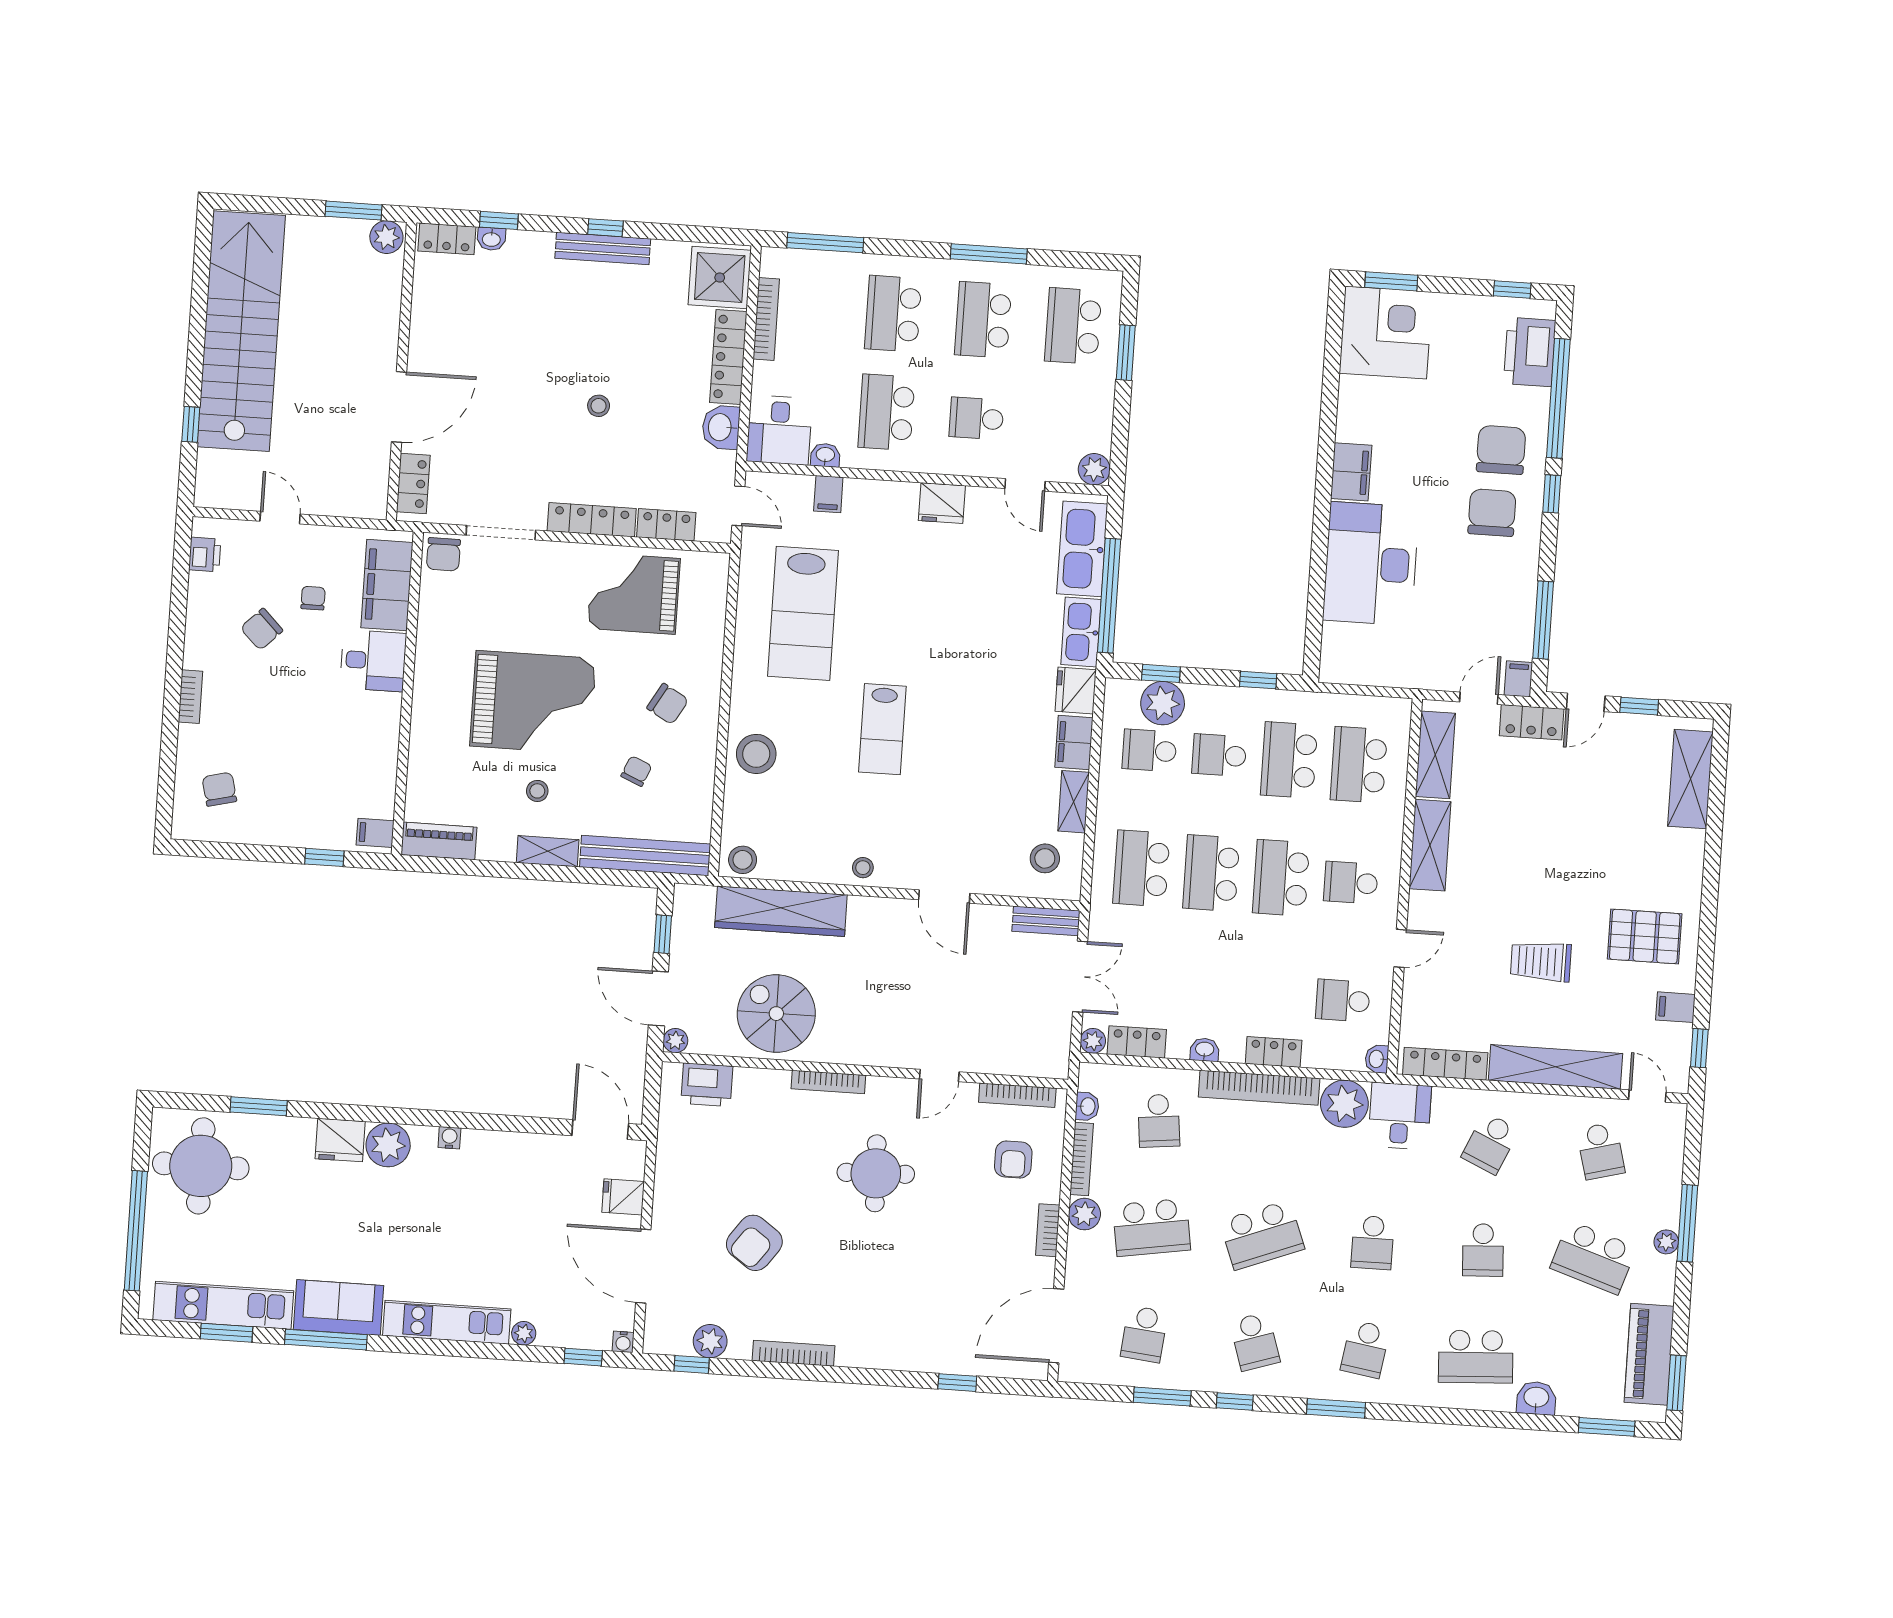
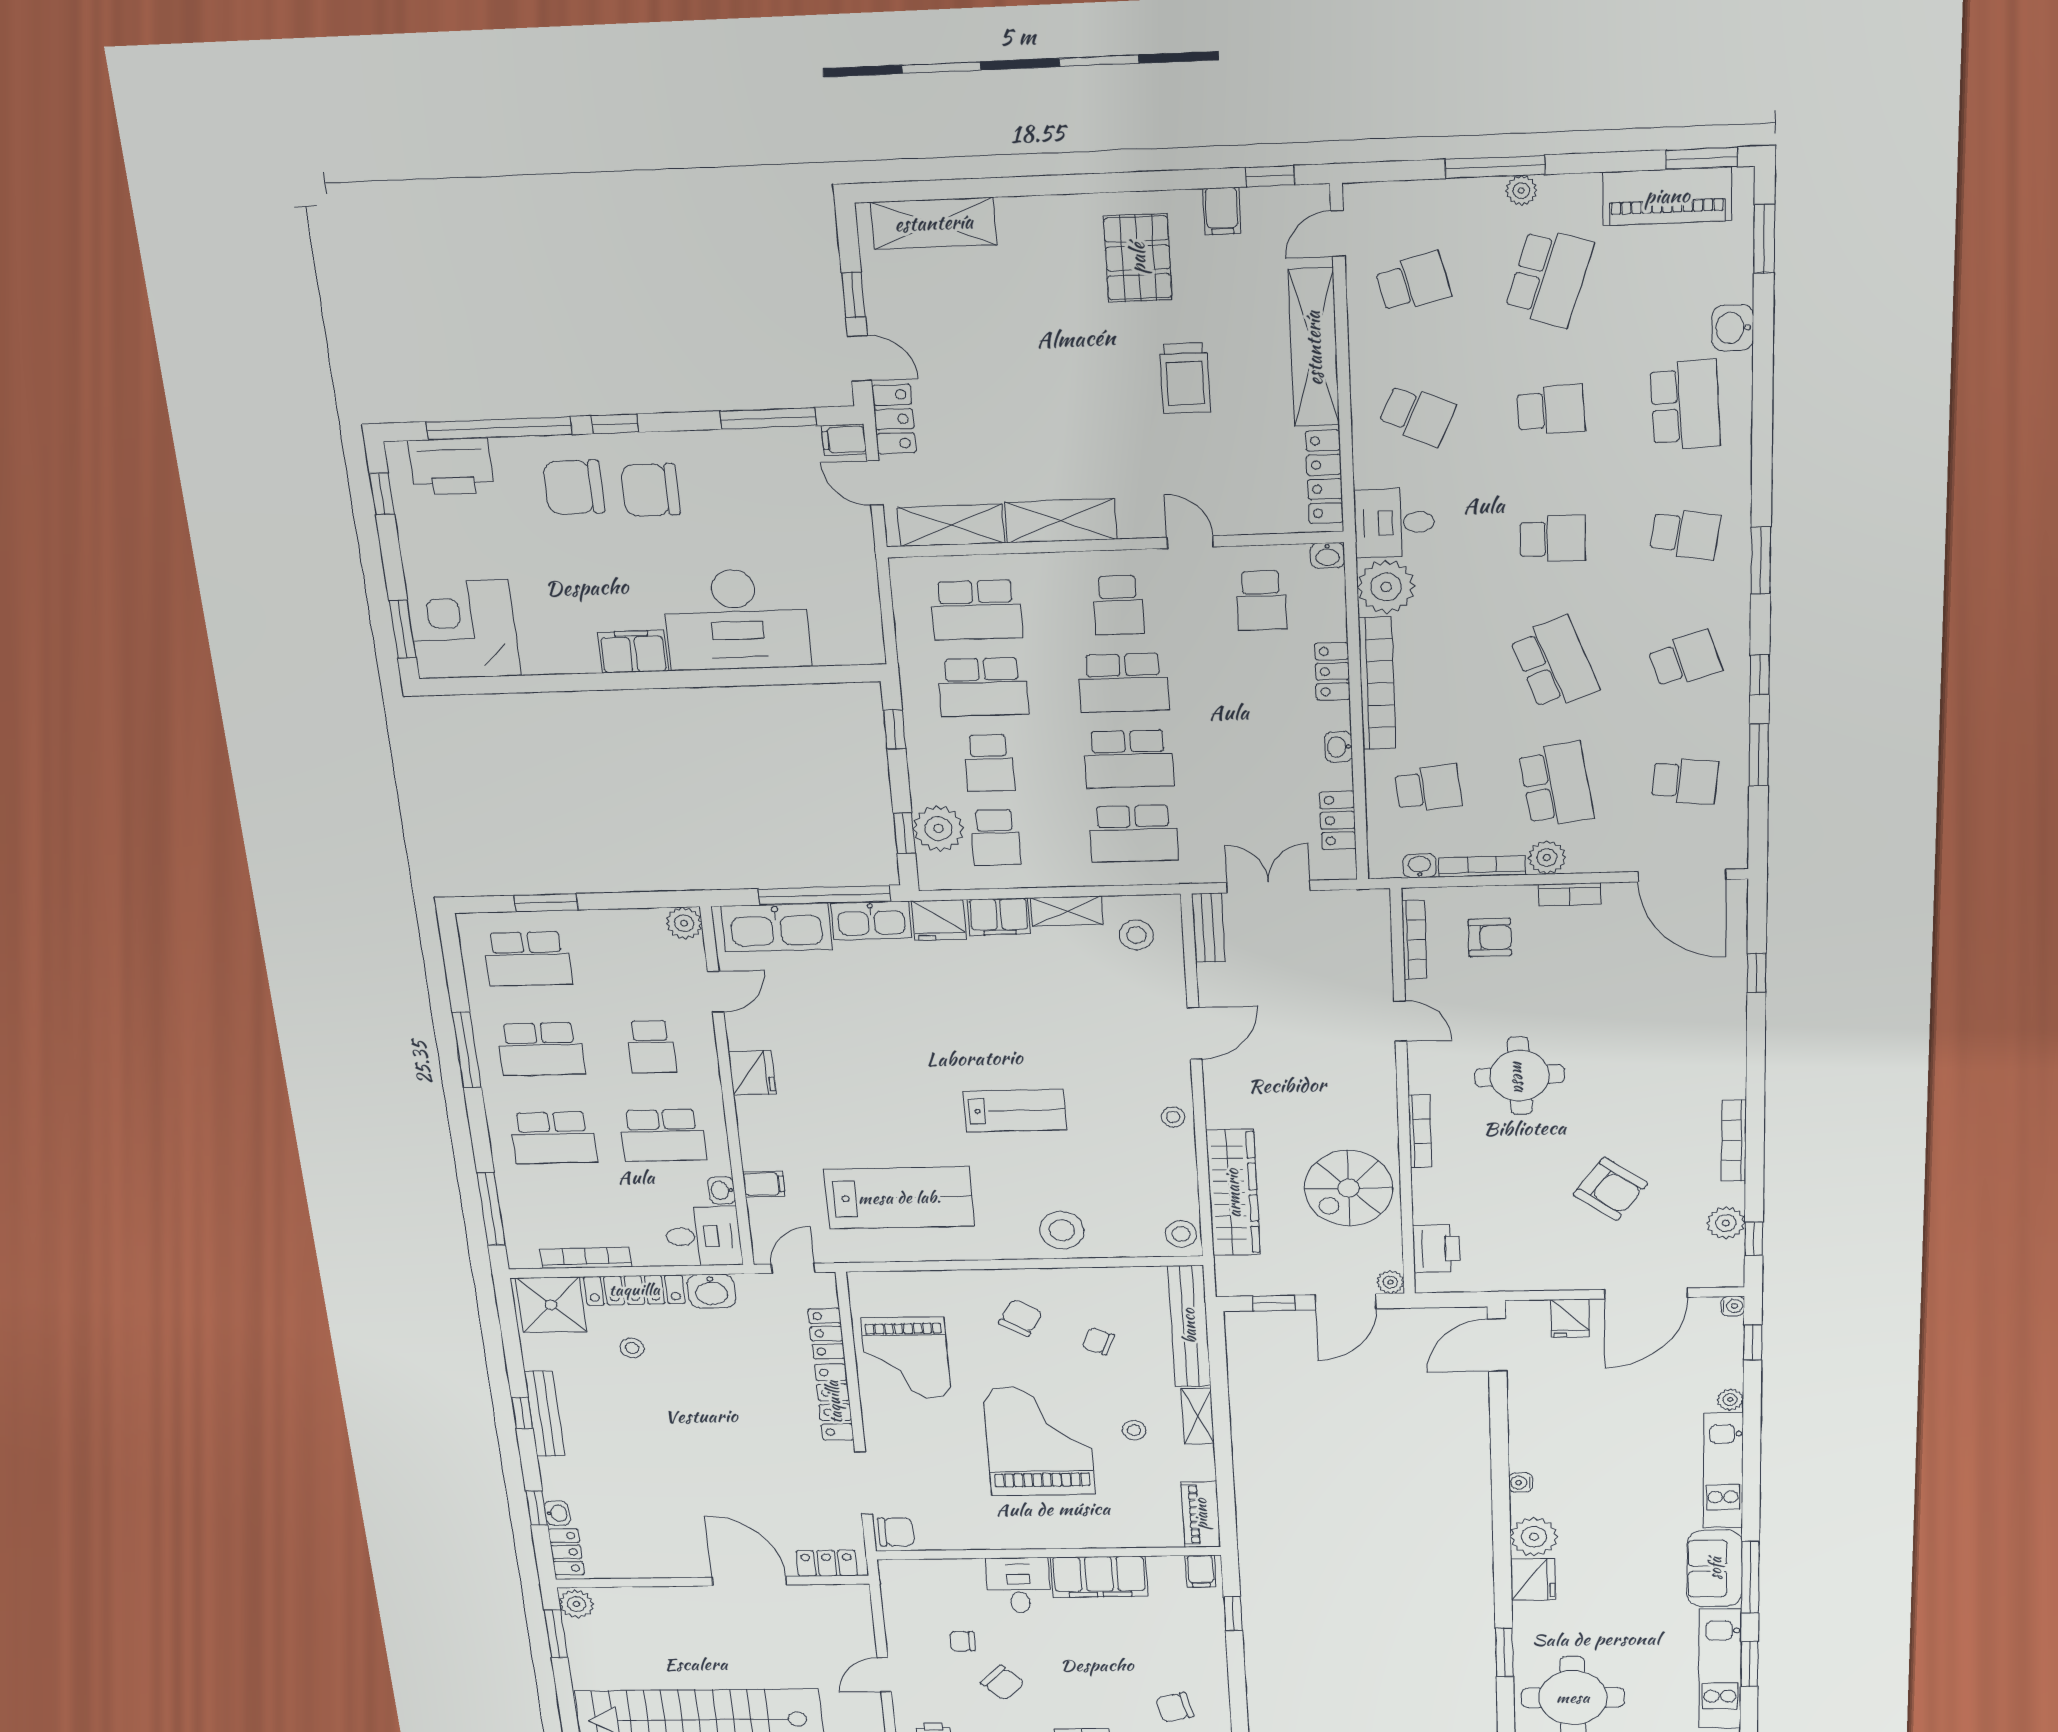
stool: (599, 406) -> (632, 1348), moved
filing cabinet: (387, 585) -> (1099, 1577), moved
plant: (1093, 1041) -> (1342, 867), removed

